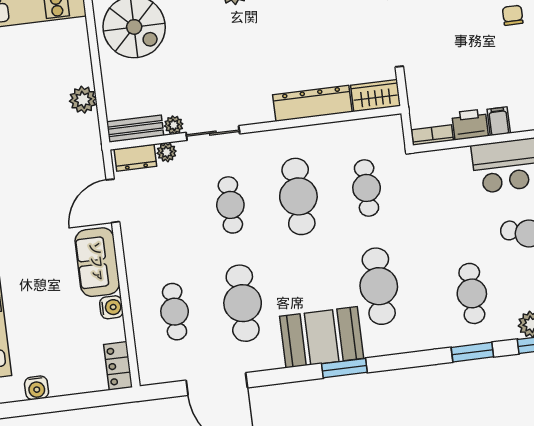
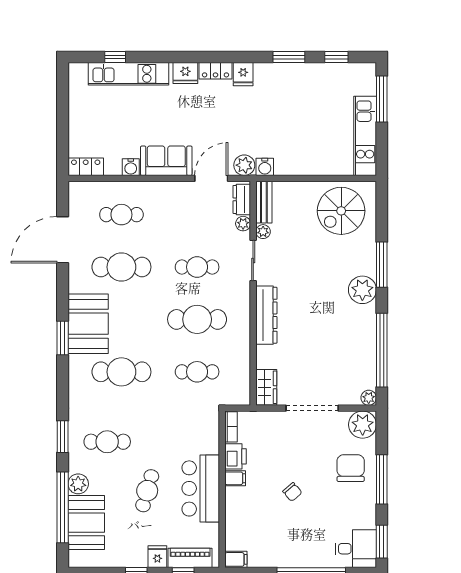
chair: (513, 15) -> (292, 492), moved, turned 49
plant: (83, 100) -> (244, 165), moved
dresser: (312, 103) -> (266, 315), moved
door: (113, 201) -> (211, 178), hinge flipped
water cooler: (37, 388) -> (265, 167), moved, turned -90

